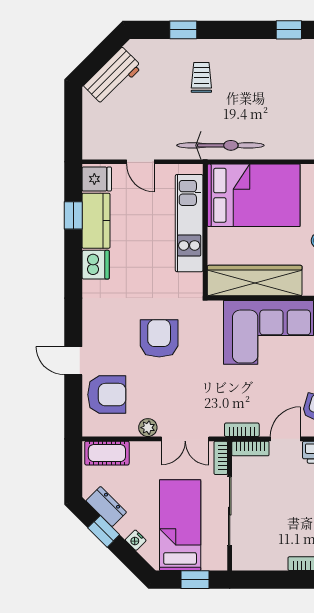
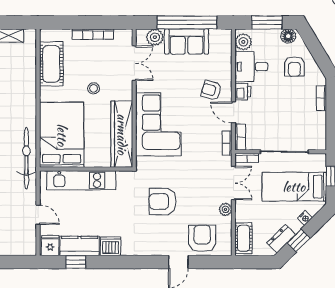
door: (140, 162) -> (38, 215), hinge flipped

